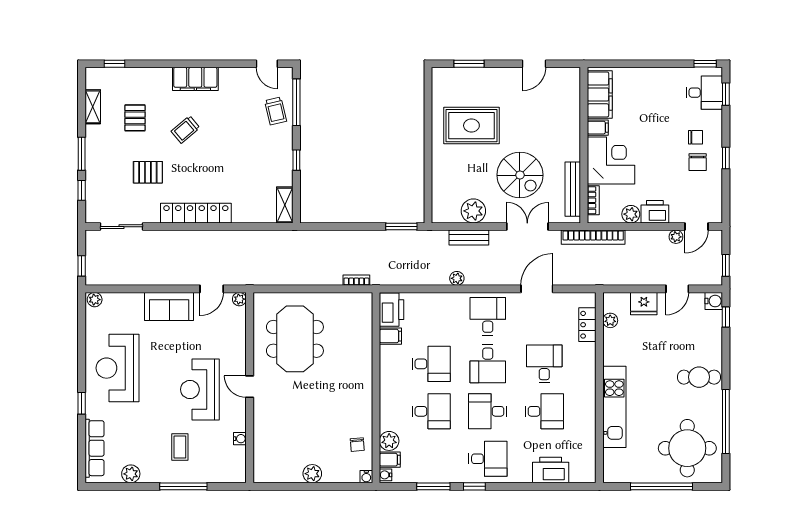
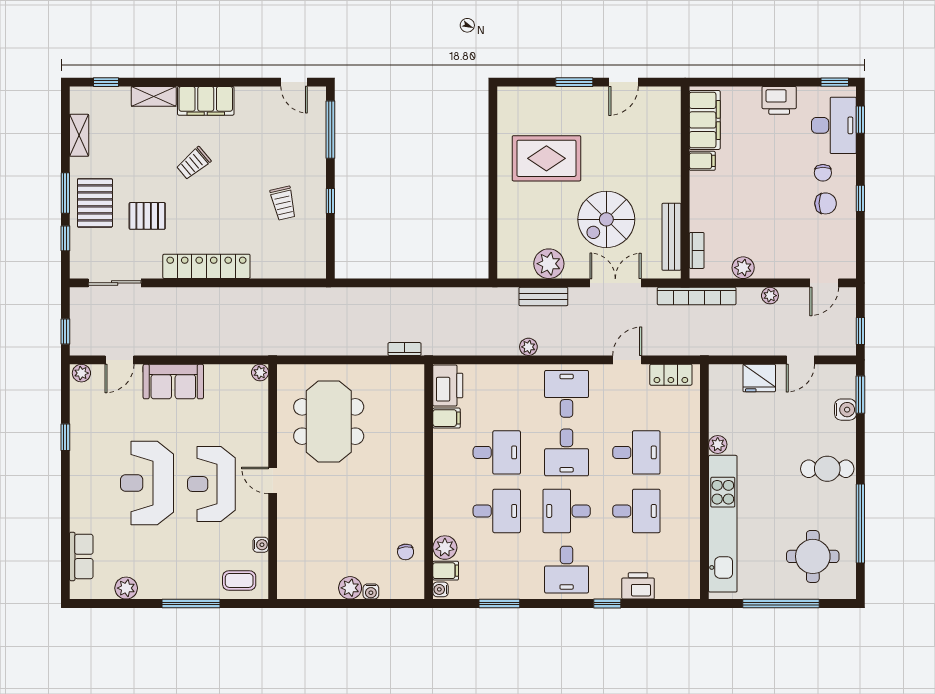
window: (469, 64) -> (574, 82), moved
desk: (704, 93) -> (834, 125), width x1.37
trolley: (276, 111) -> (283, 203), moved
pallet: (135, 118) -> (95, 203), moved, width x1.50, depth x1.42
chair: (695, 137) -> (823, 173), turned 90
corner desk: (611, 160) -> (719, 201), removed
chair: (698, 162) -> (826, 203), turned -90
spiral stairs: (520, 175) -> (606, 219), turned 90
shelving: (285, 205) -> (154, 96), moved, turned 90
printer: (655, 212) -> (779, 100), moved, turned 180
window: (401, 227) -> (460, 283), removed
plant: (676, 237) -> (770, 296), moved
door: (212, 289) -> (119, 360), moved
door: (537, 289) -> (627, 360), width x0.73
water cooler: (714, 301) -> (845, 410), moved
window: (726, 317) -> (860, 395), width x1.50
plant: (610, 320) -> (718, 444), moved
locker: (587, 325) -> (671, 375), moved, turned -90
desk: (544, 364) -> (636, 452), turned 90
reception desk: (118, 368) -> (147, 483), moved
window: (82, 403) -> (65, 437), moved
kitchen unit: (614, 407) -> (723, 524), width x1.36
coffee table: (180, 447) -> (239, 580), moved, turned 90
row of seats: (94, 448) -> (81, 556), width x0.68
round table: (687, 448) -> (813, 556), width x0.73, depth x0.73
desk: (488, 459) -> (567, 570), turned 90
printer: (551, 470) -> (638, 586), width x0.73, depth x0.84
water cooler: (366, 477) -> (371, 591), moved
window: (474, 486) -> (607, 604), moved

